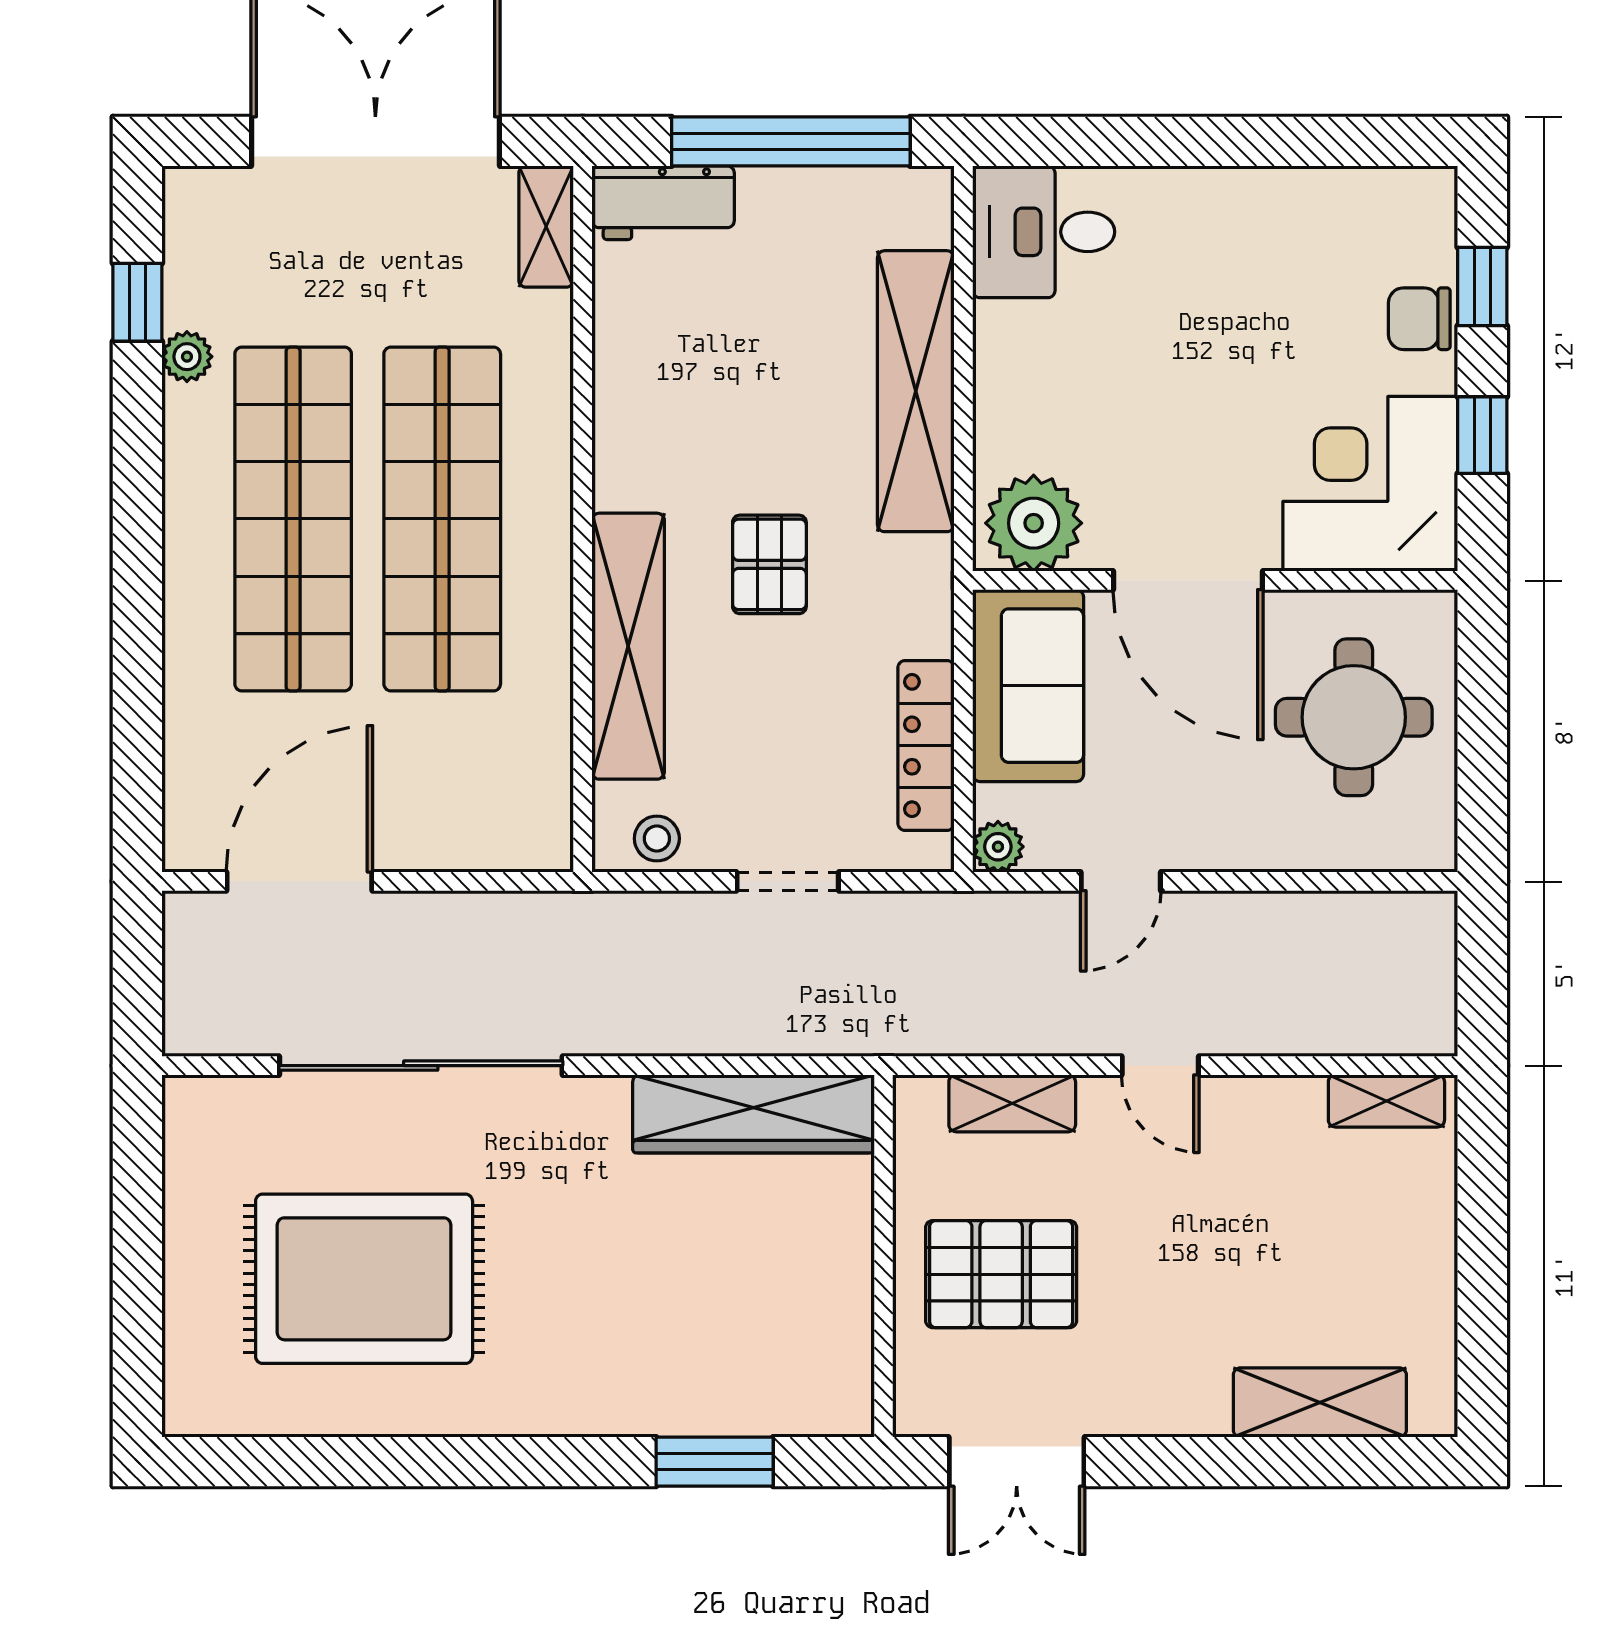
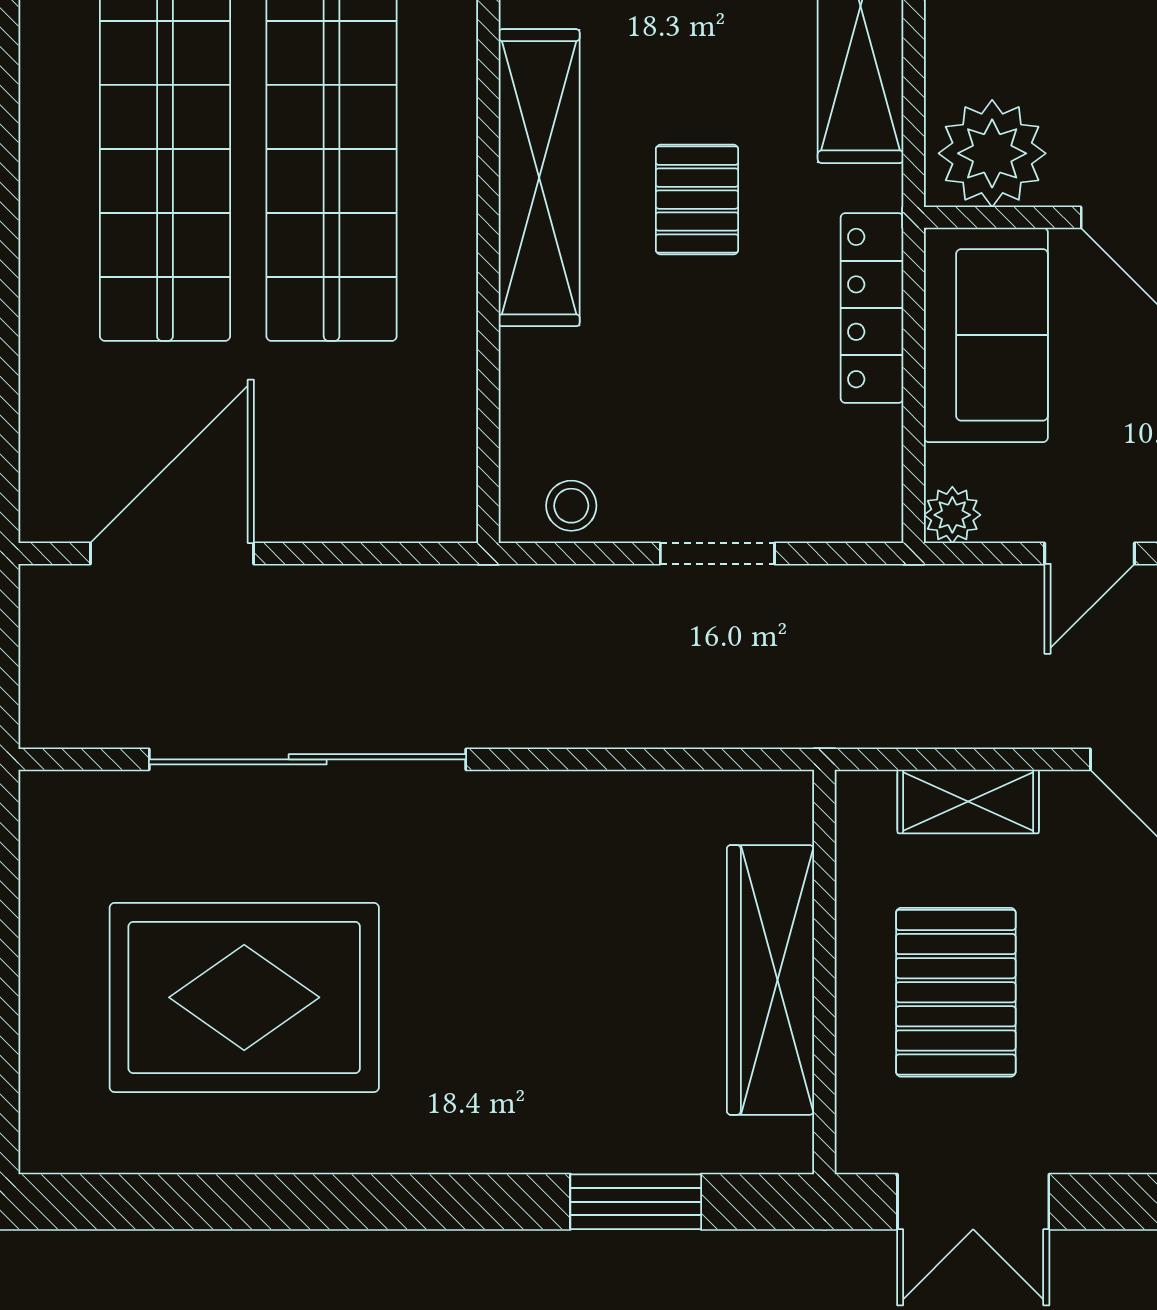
shelving: (628, 646) -> (539, 178), moved
locker: (926, 746) -> (872, 308), moved
wardrobe: (753, 1114) -> (770, 980), moved, turned 90
pallet: (1001, 1274) -> (956, 992), turned 90

